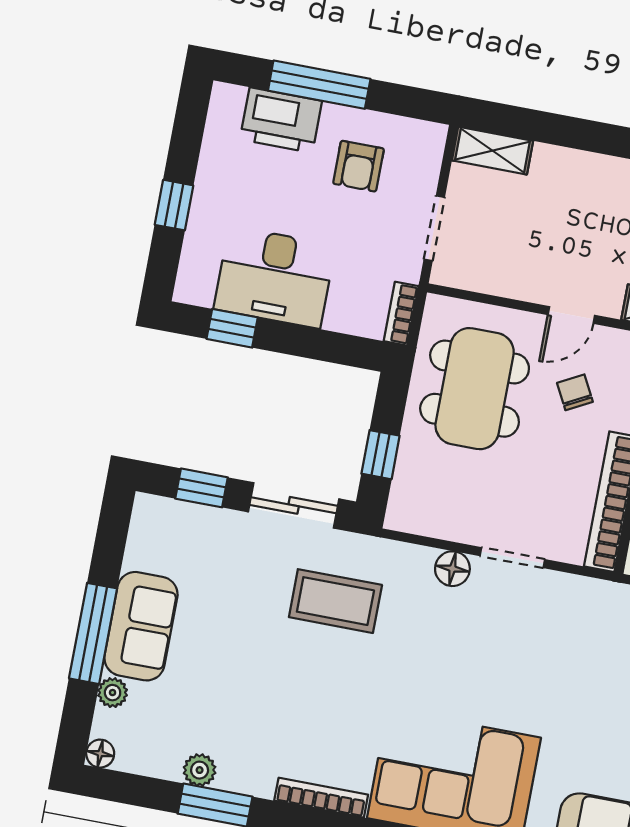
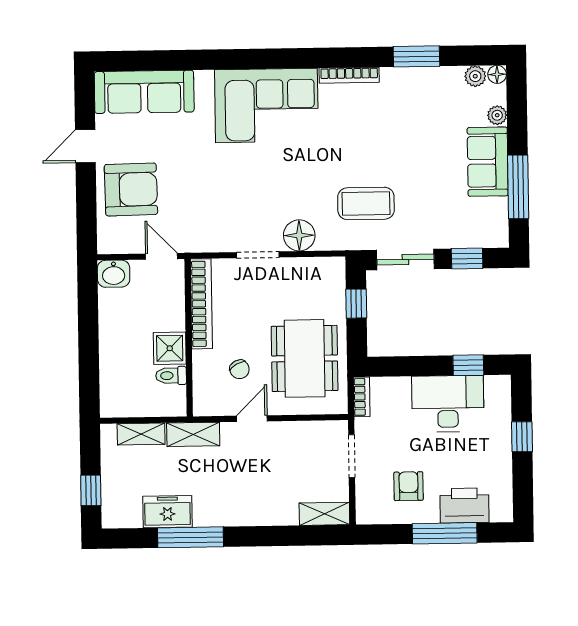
floor lamp: (452, 569) -> (299, 235), width x1.38, depth x1.38
window: (93, 633) -> (518, 187), moved
plant: (200, 770) -> (475, 76), moved

